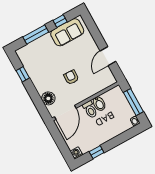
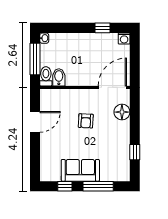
sofa: (67, 32) -> (80, 170), moved
bidet: (99, 104) -> (59, 77), moved
toilet: (90, 110) -> (46, 76), moved

